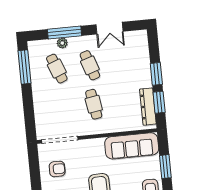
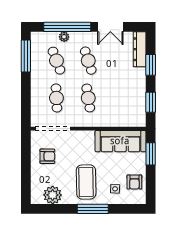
window: (65, 32) -> (67, 27), width x1.46
window: (156, 74) -> (151, 65), moved
cafe table: (61, 107) -> (56, 98), added
dresser: (148, 107) -> (140, 49), moved
window: (165, 167) -> (151, 154), moved

